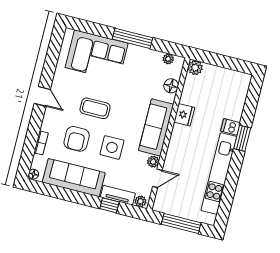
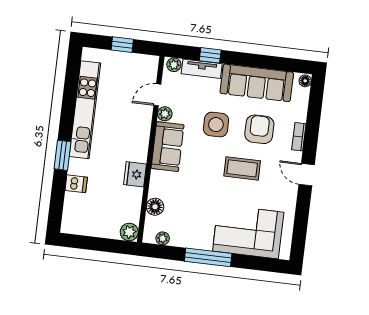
sofa: (156, 127) -> (167, 147), width x0.73
dishwasher: (230, 127) -> (76, 184), moved
bookcase: (41, 143) -> (299, 137), moved
window: (181, 223) -> (122, 45), width x0.46

